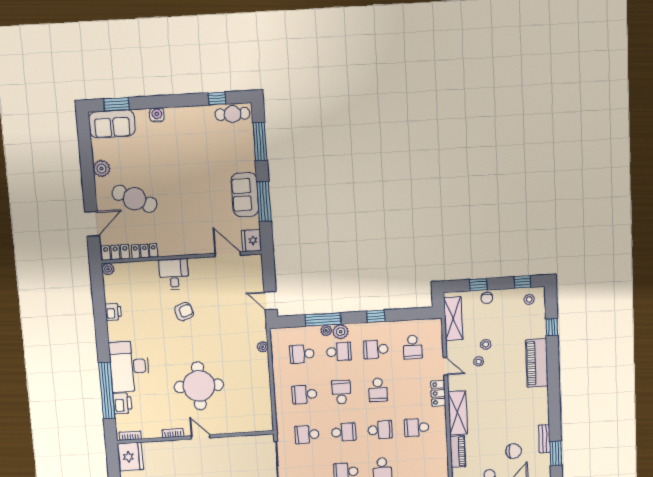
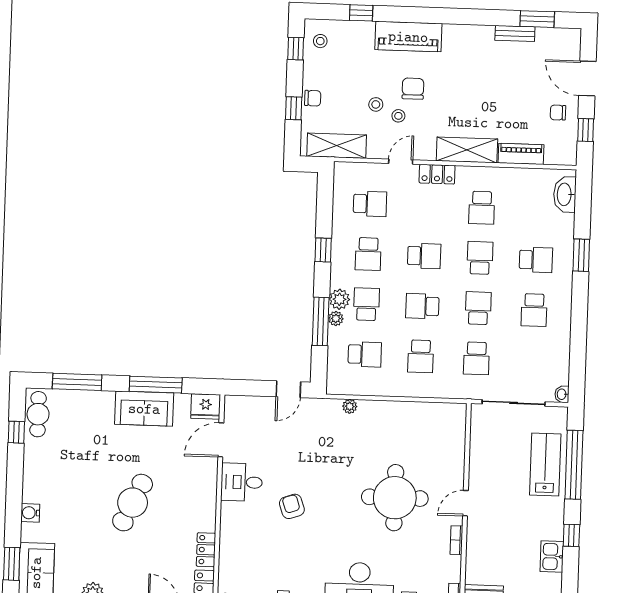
cafe table: (134, 199) -> (133, 503), moved
desk: (174, 274) -> (242, 482), moved
school desk: (302, 354) -> (365, 354), turned -90
chair: (514, 451) -> (413, 89), moved

